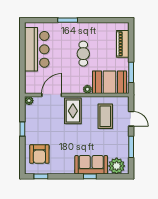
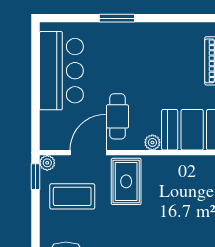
cafe table: (83, 54) -> (117, 116), moved
coffee table: (105, 116) -> (72, 196), moved, turned 90
window: (22, 129) -> (35, 177), moved

